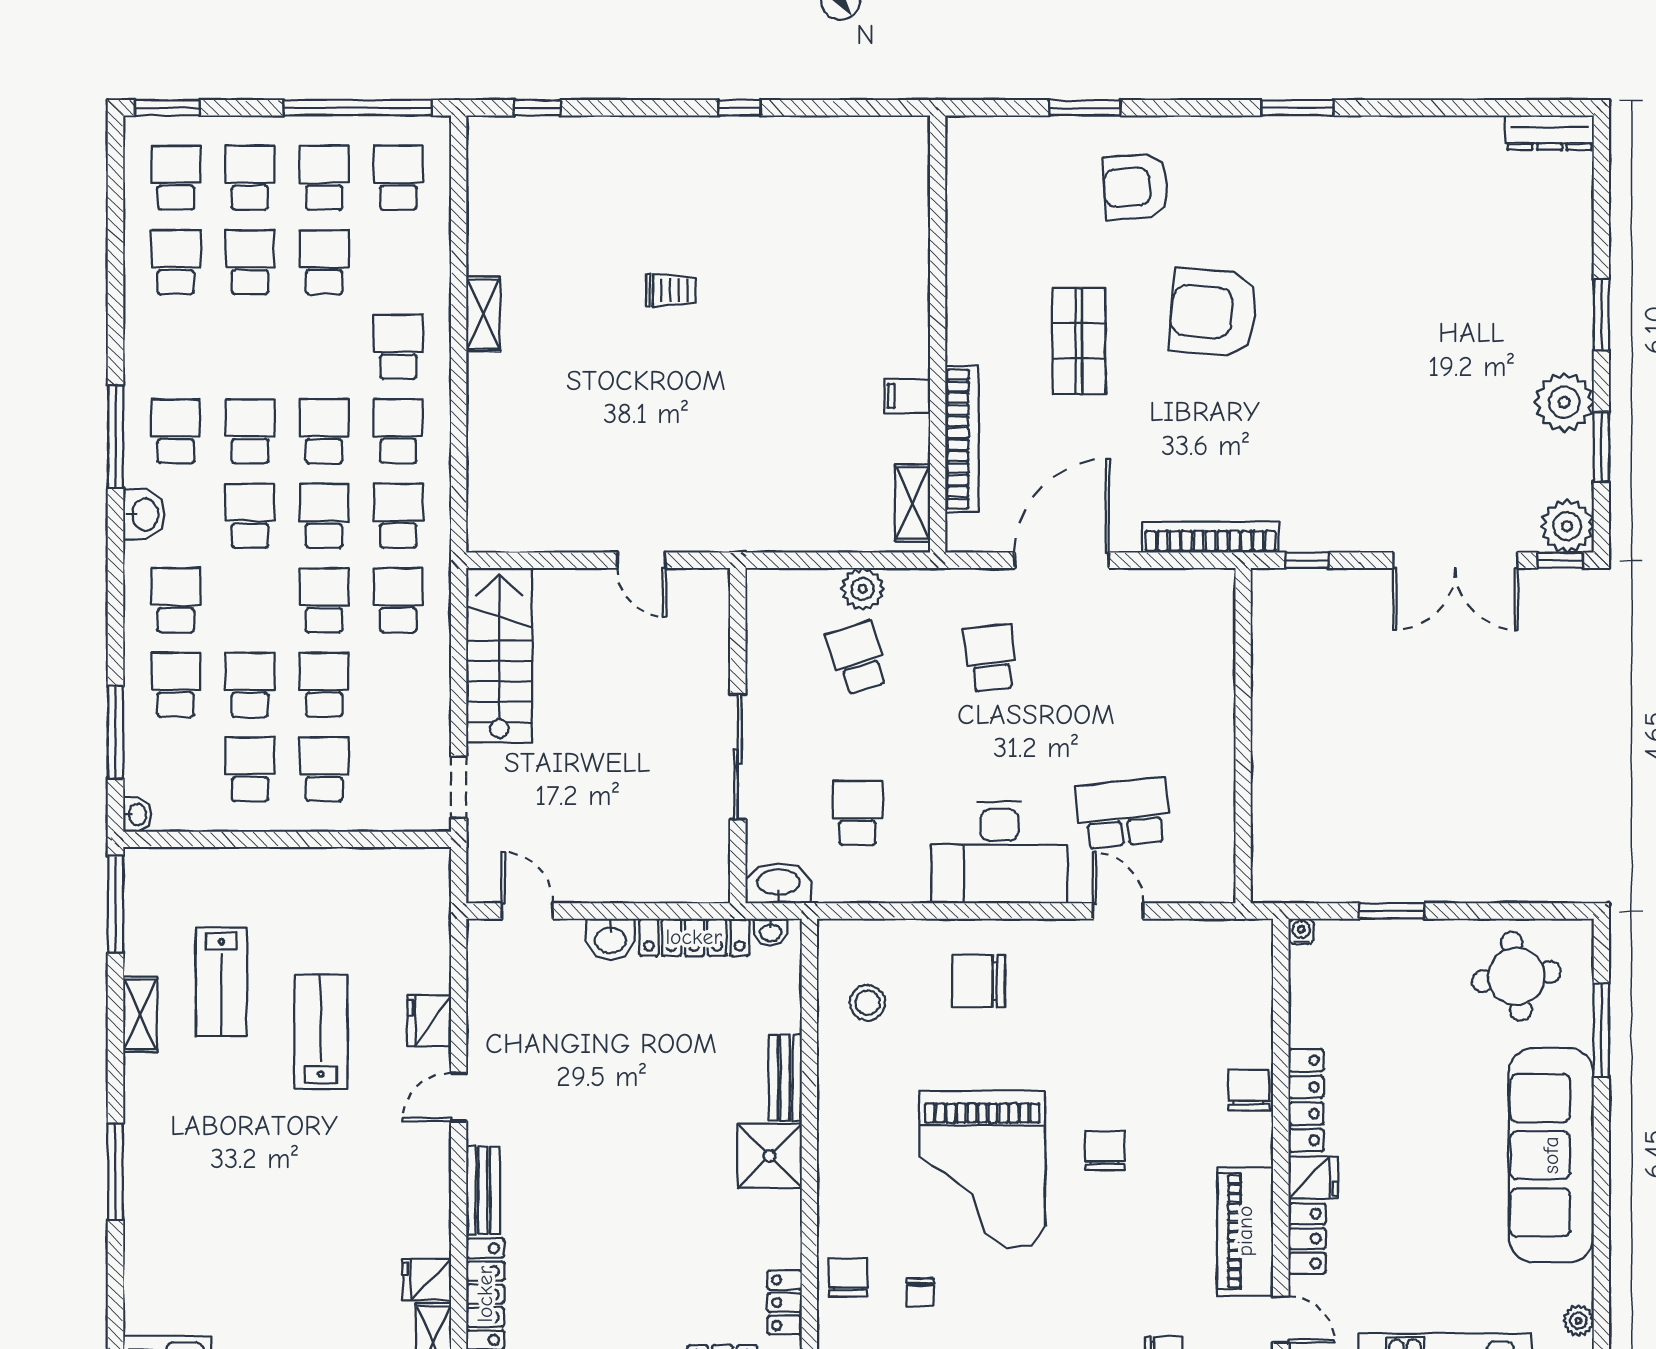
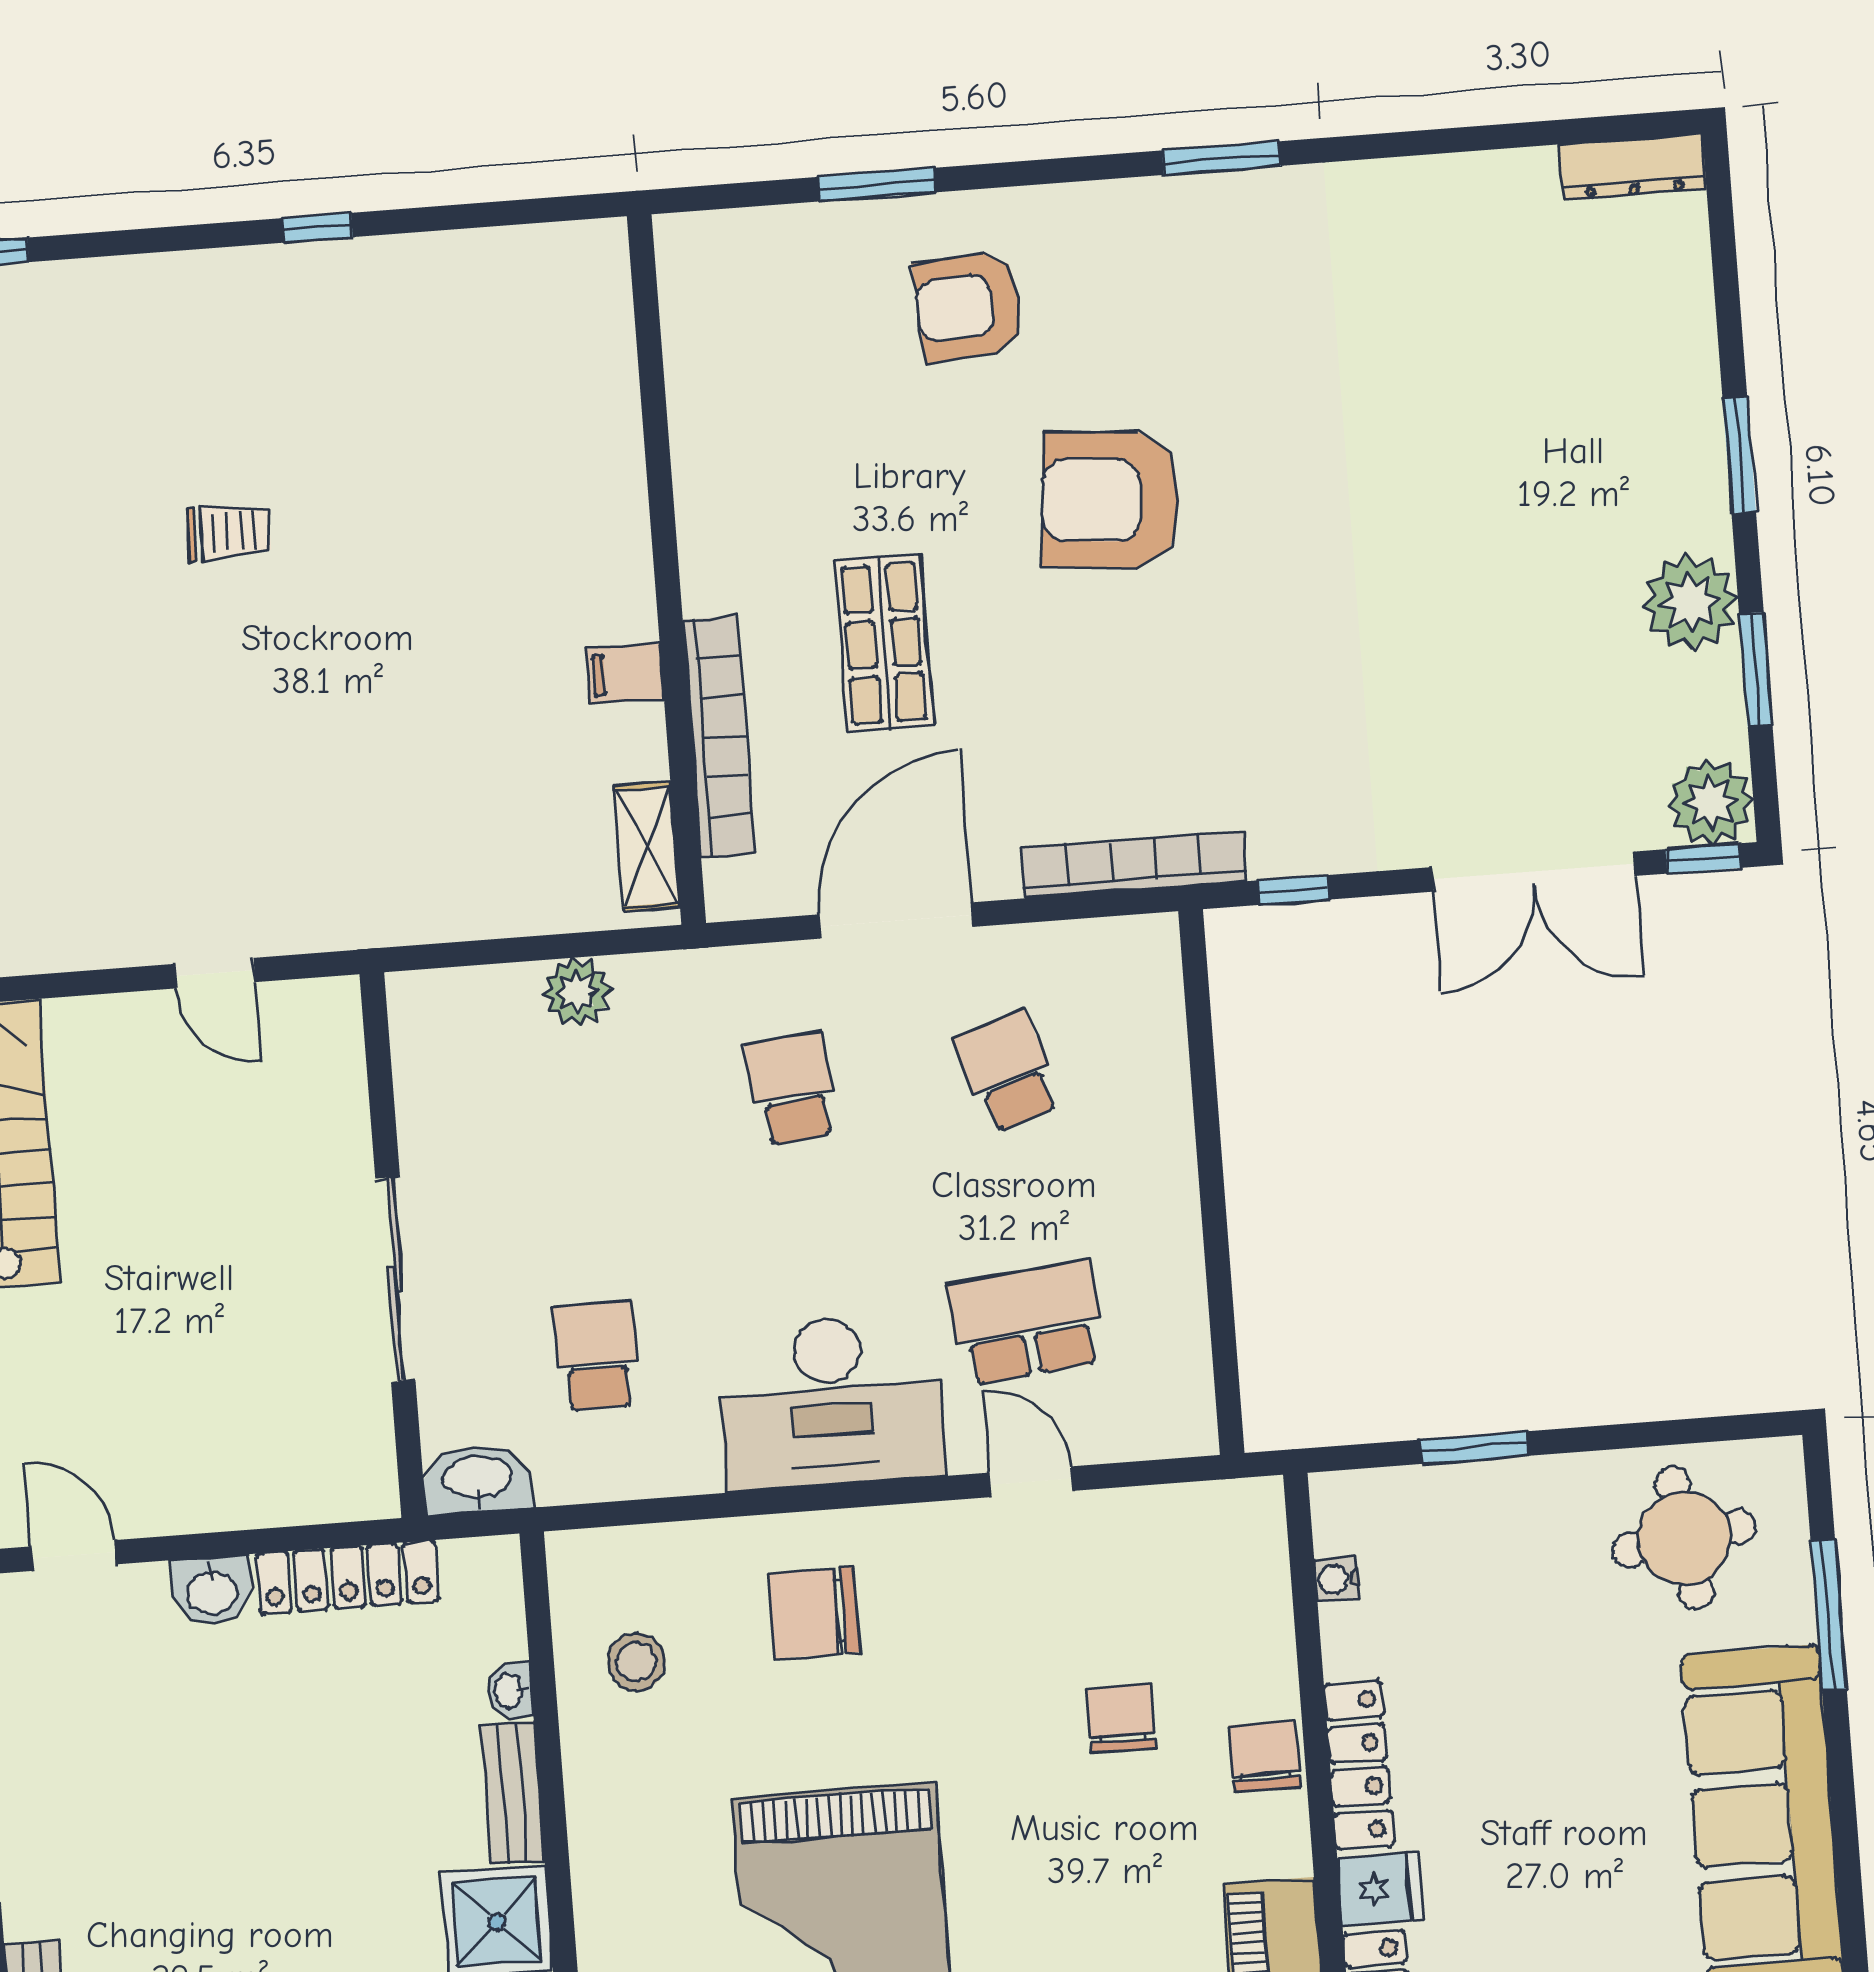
shop shelf: (1079, 341) -> (884, 643), moved
school desk: (858, 658) -> (1008, 1072), moved
water cooler: (1301, 931) -> (1337, 1579), moved, turned -90
washbasin: (771, 932) -> (510, 1691), moved, turned 90
chair: (1105, 1151) -> (1121, 1718), moved

